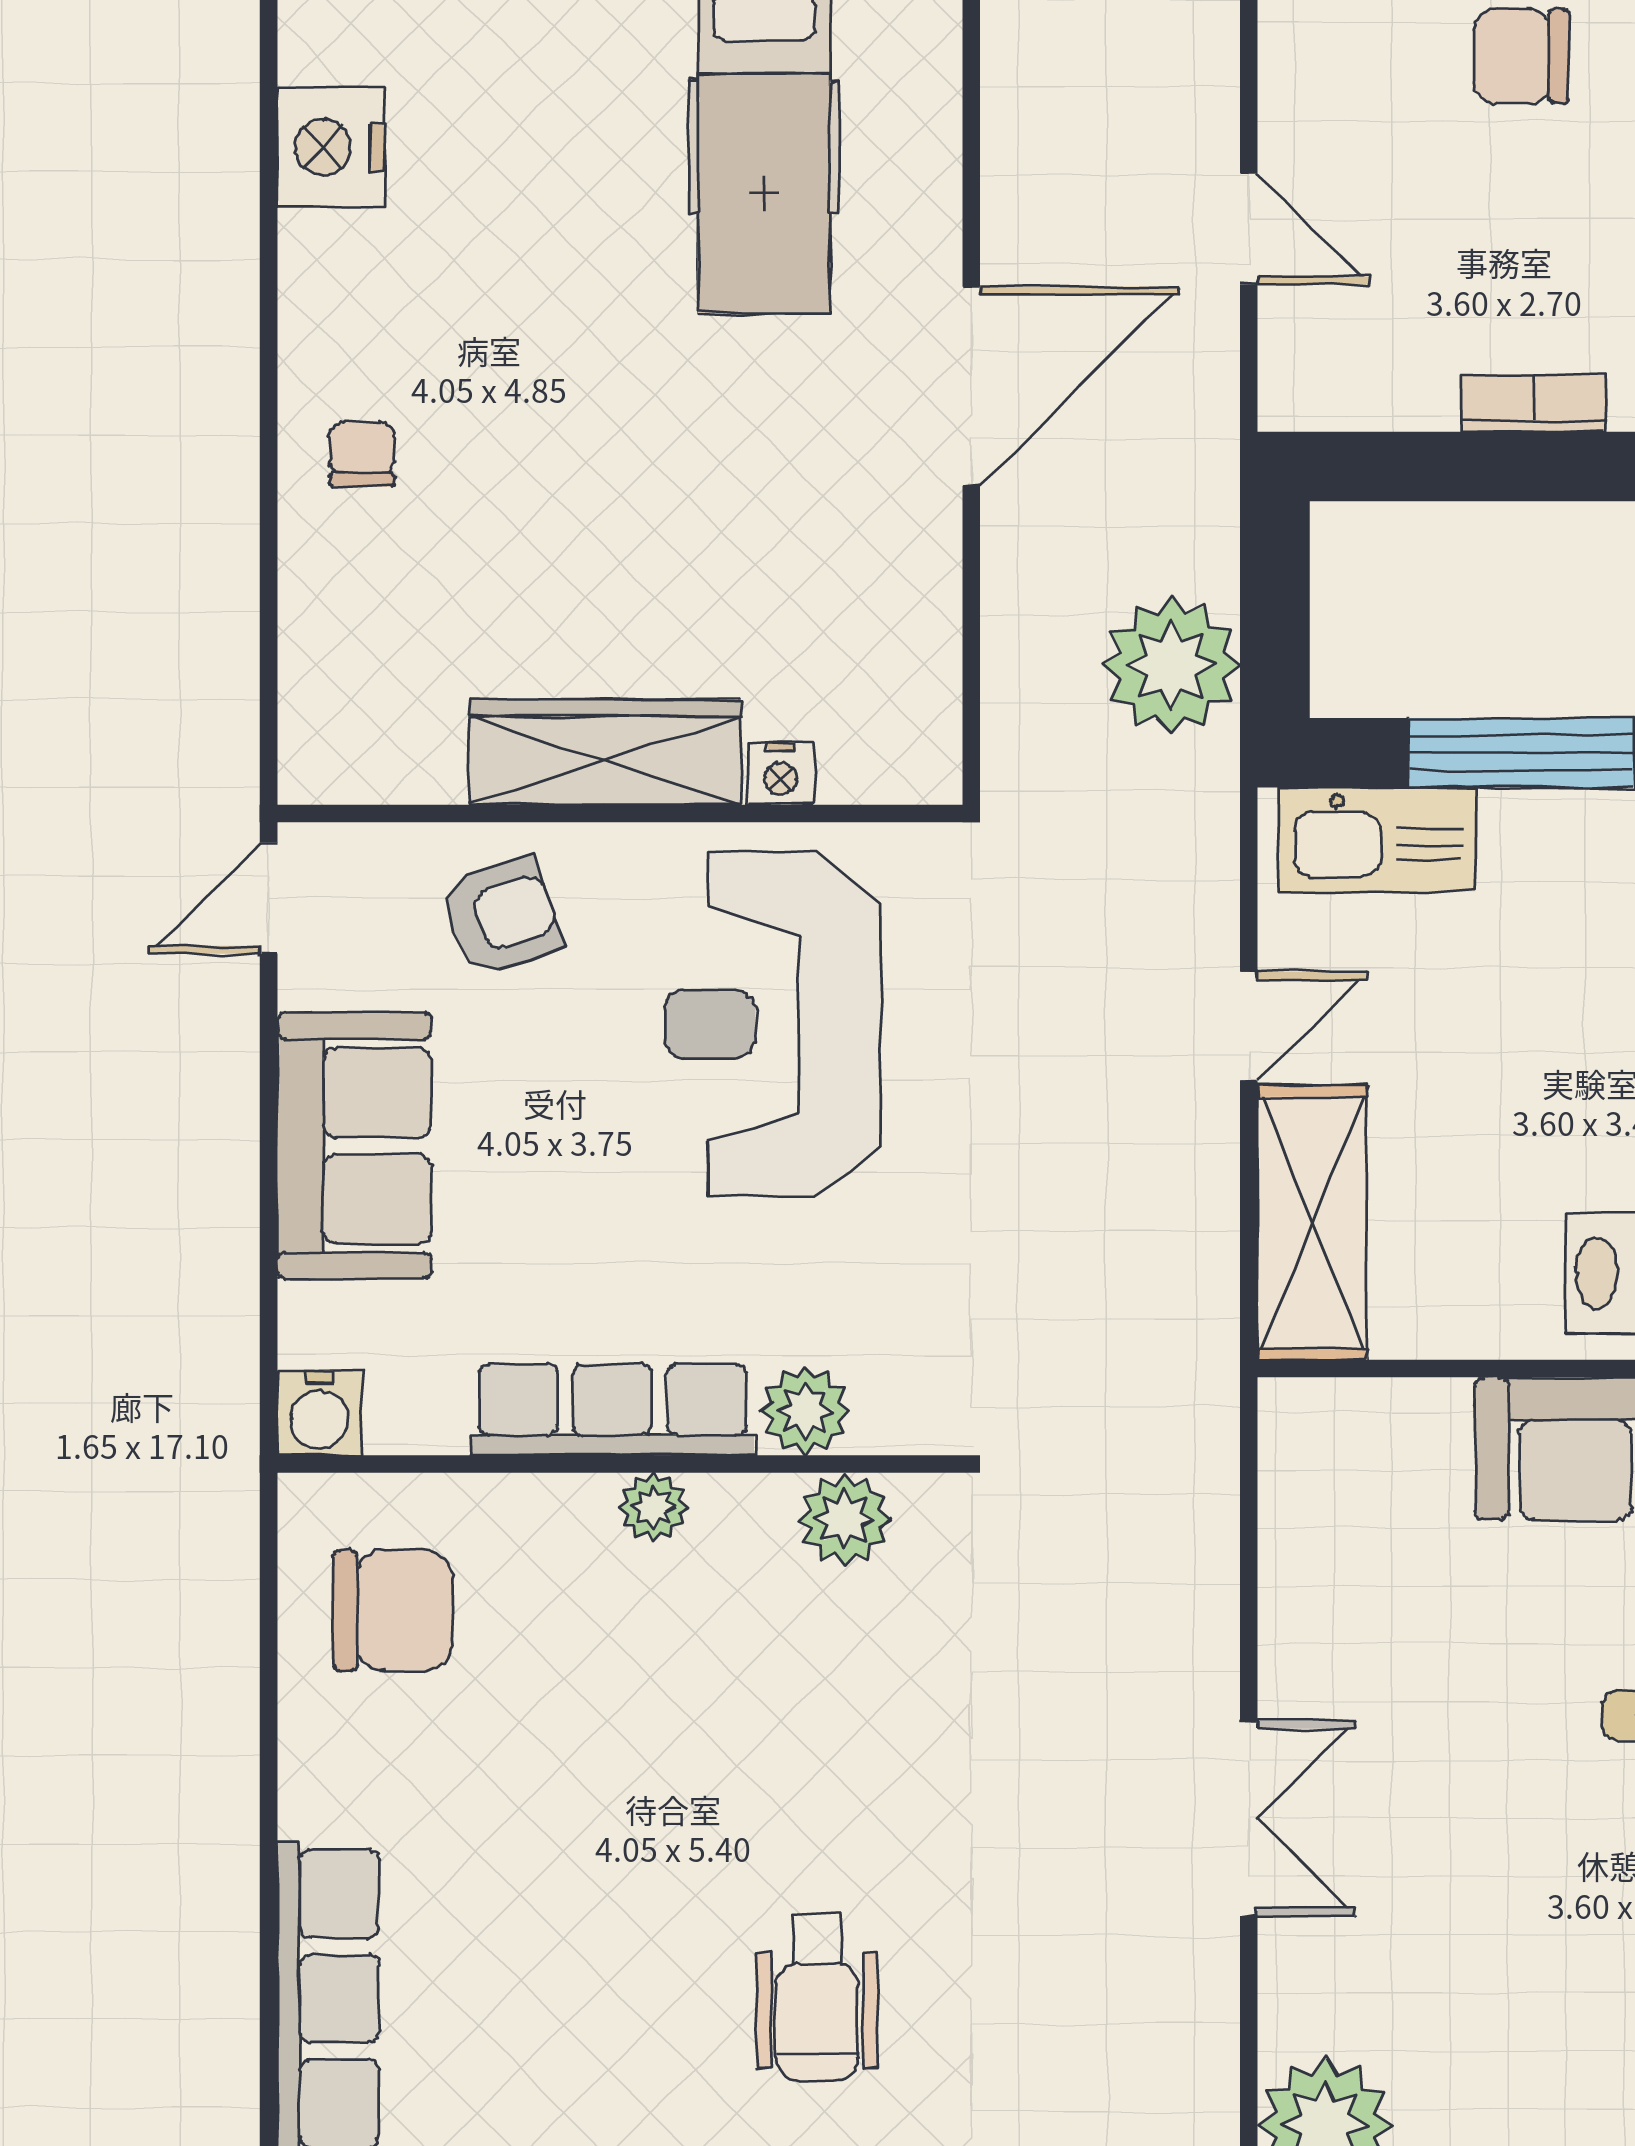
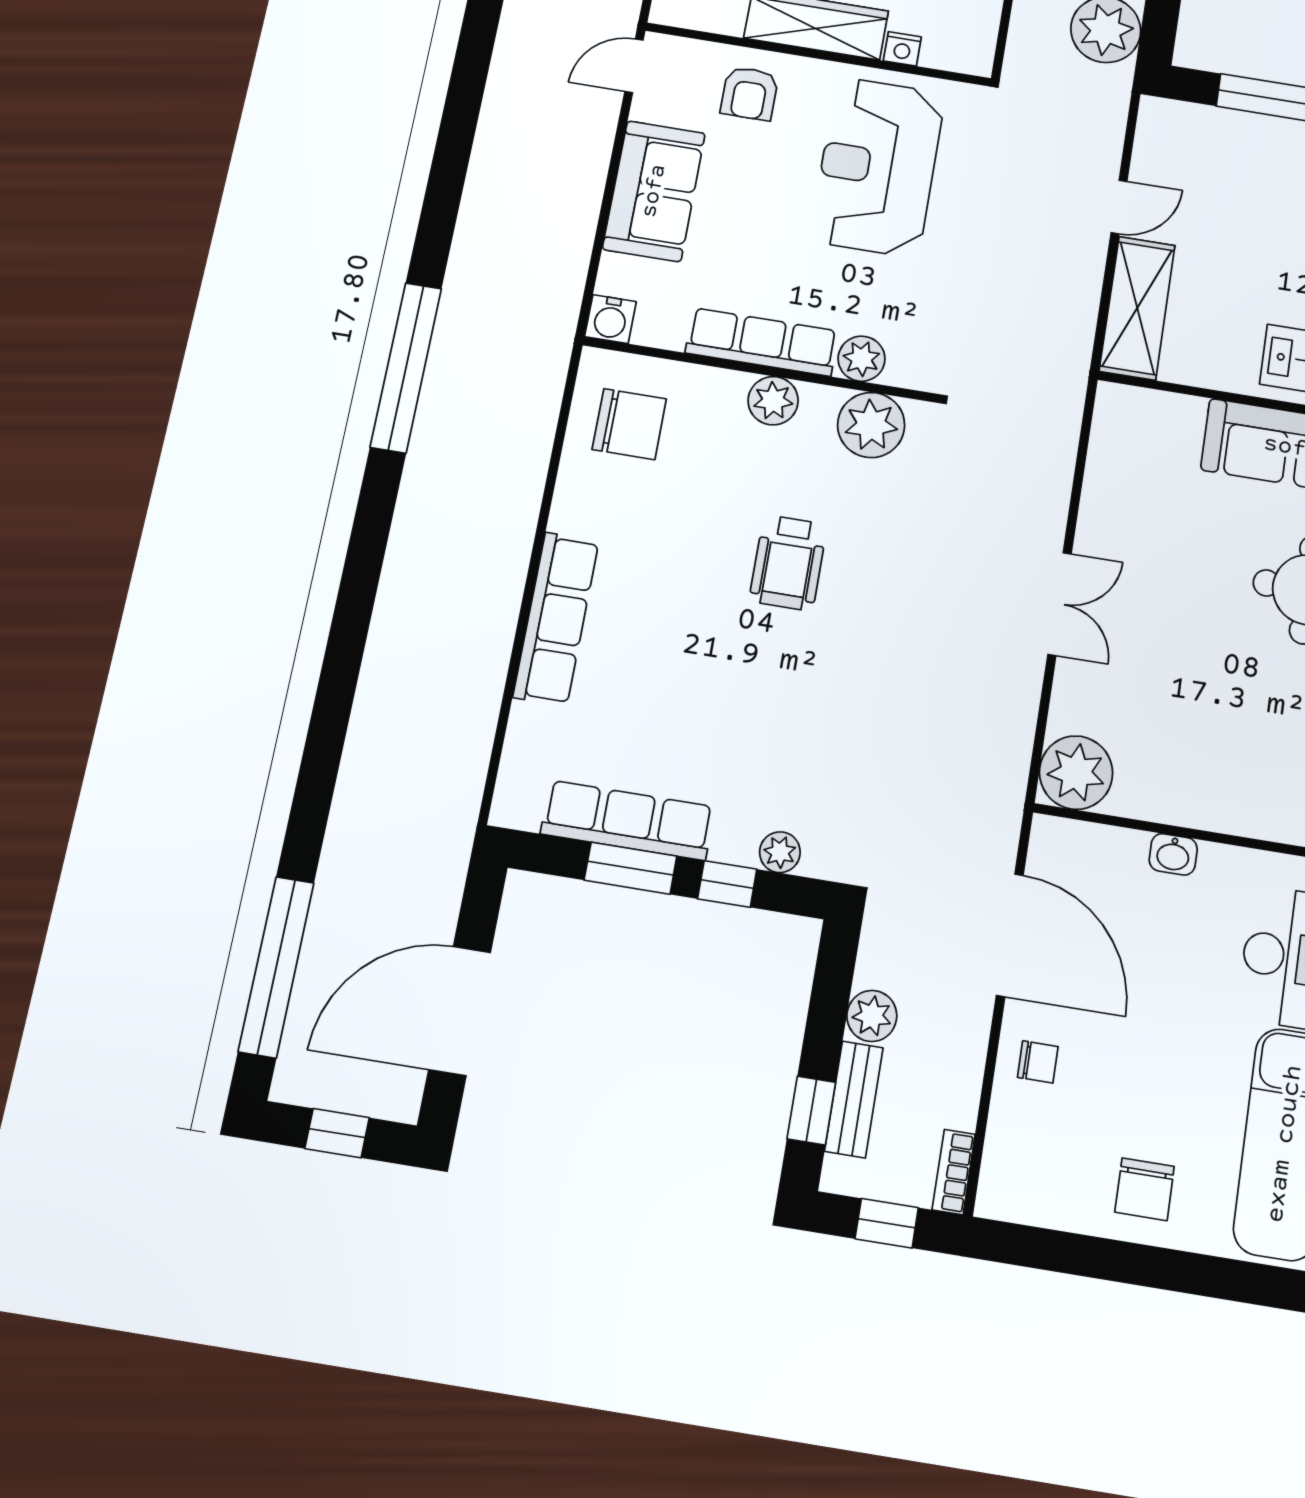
kitchen sink: (1377, 839) -> (1197, 128), removed
armchair: (501, 916) -> (750, 93), turned 109
plant: (653, 1507) -> (773, 401), width x1.38, depth x1.38
plant: (845, 1519) -> (871, 425), width x1.36, depth x1.36
wheelchair: (817, 1997) -> (788, 563), moved

